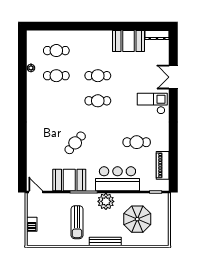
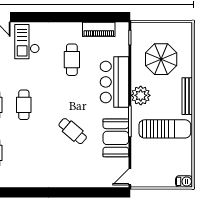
sun lounger: (77, 222) -> (165, 129), width x1.36, depth x1.34
barbecue: (32, 224) -> (184, 181), moved

